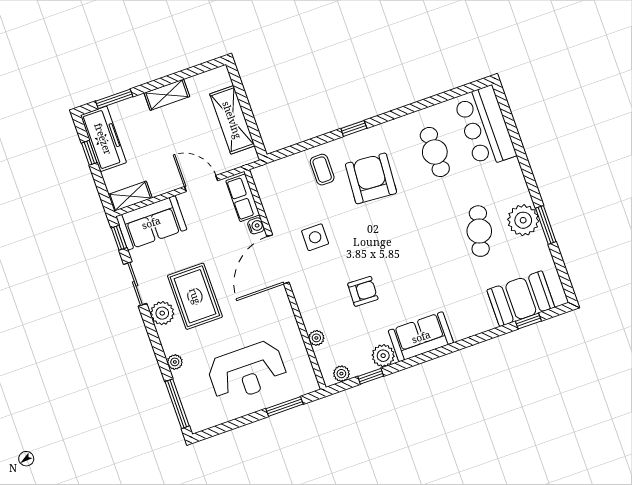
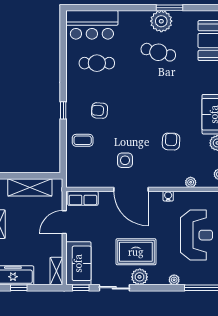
armchair: (371, 178) -> (100, 111), width x0.53, depth x0.53
water cooler: (256, 226) -> (168, 196), moved

